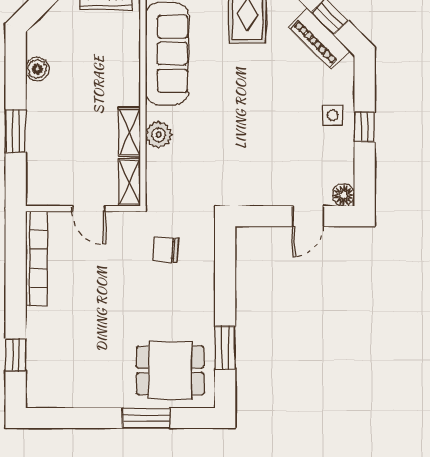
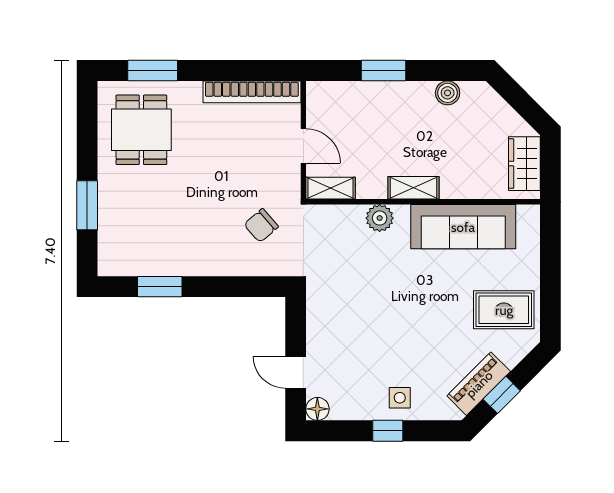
shelving: (129, 132) -> (413, 188), moved
door: (89, 209) -> (303, 146), swing flipped
chair: (166, 249) -> (261, 225), turned -135
window: (16, 355) -> (153, 71), width x1.50
dining table: (170, 370) -> (141, 130), moved

